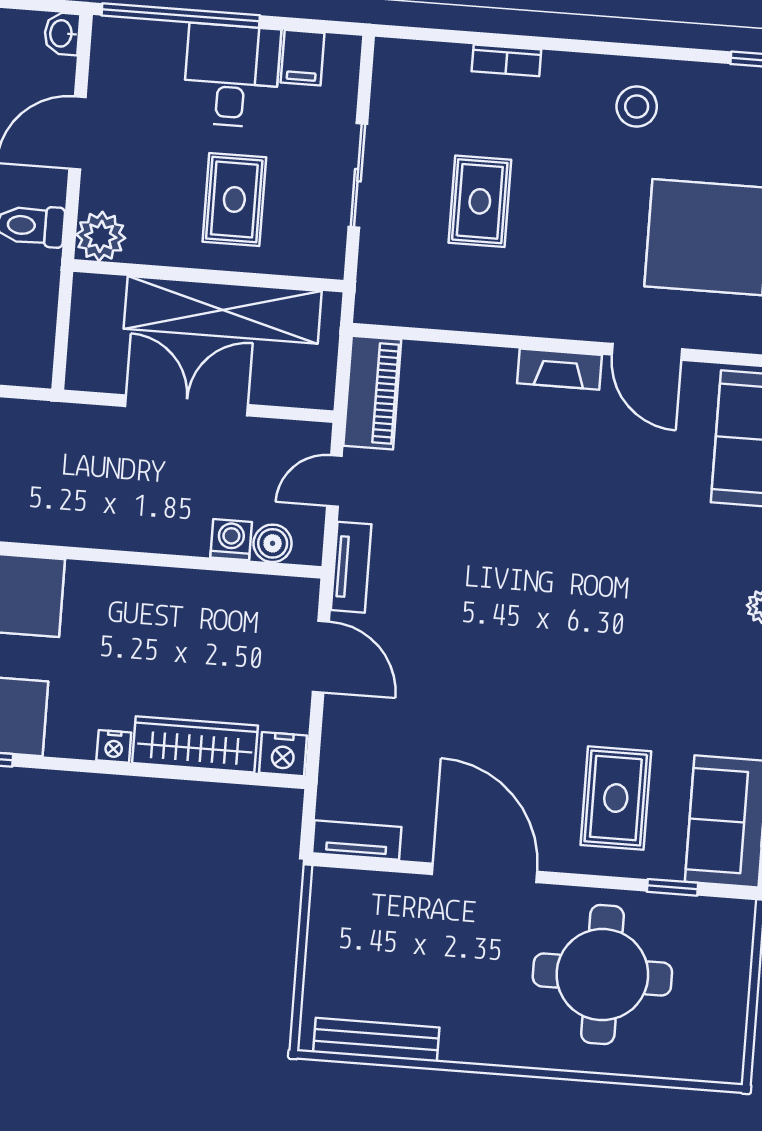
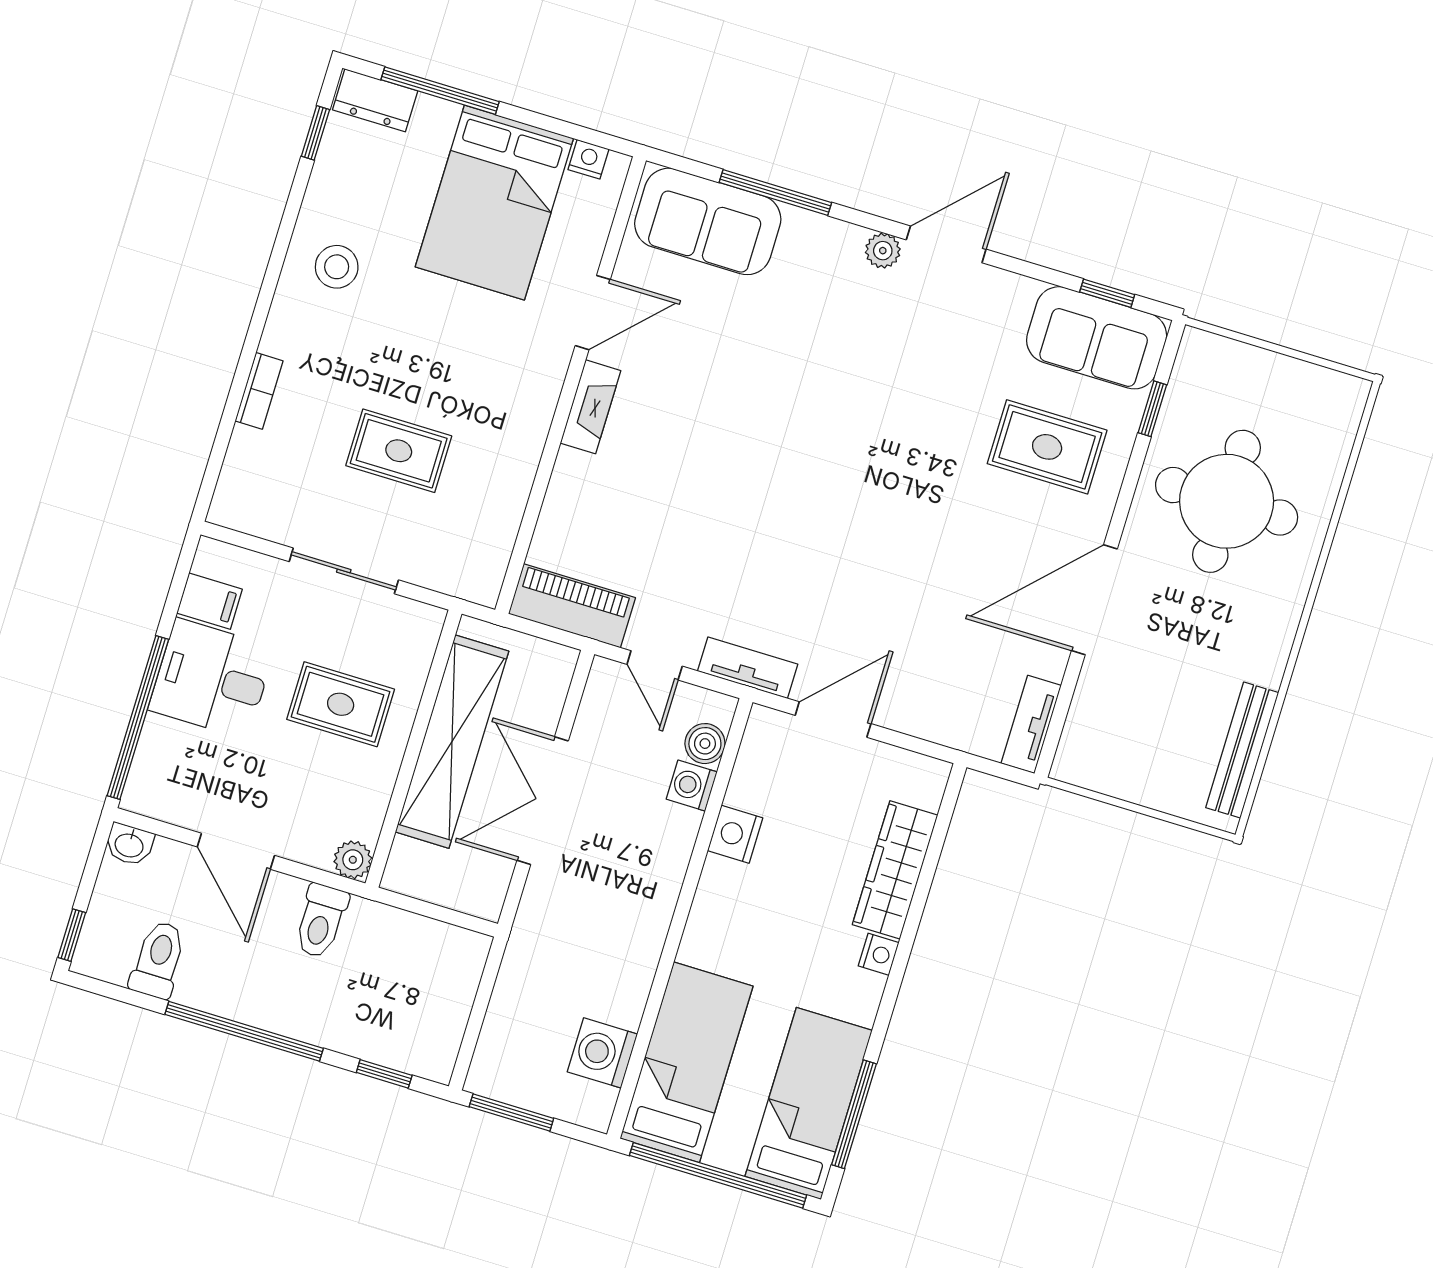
plant: (101, 236) -> (353, 860), width x0.73, depth x0.73
nightstand: (283, 754) -> (735, 834), moved, turned 180

